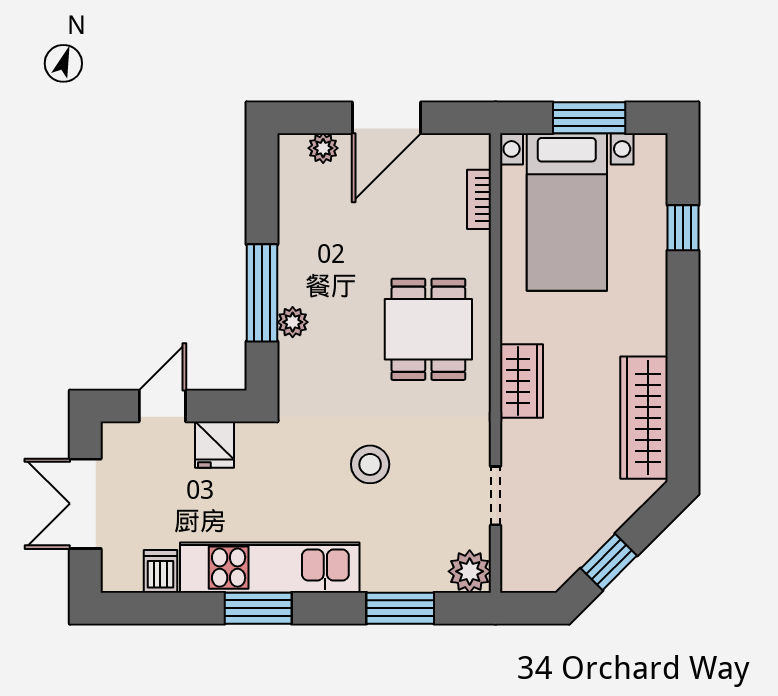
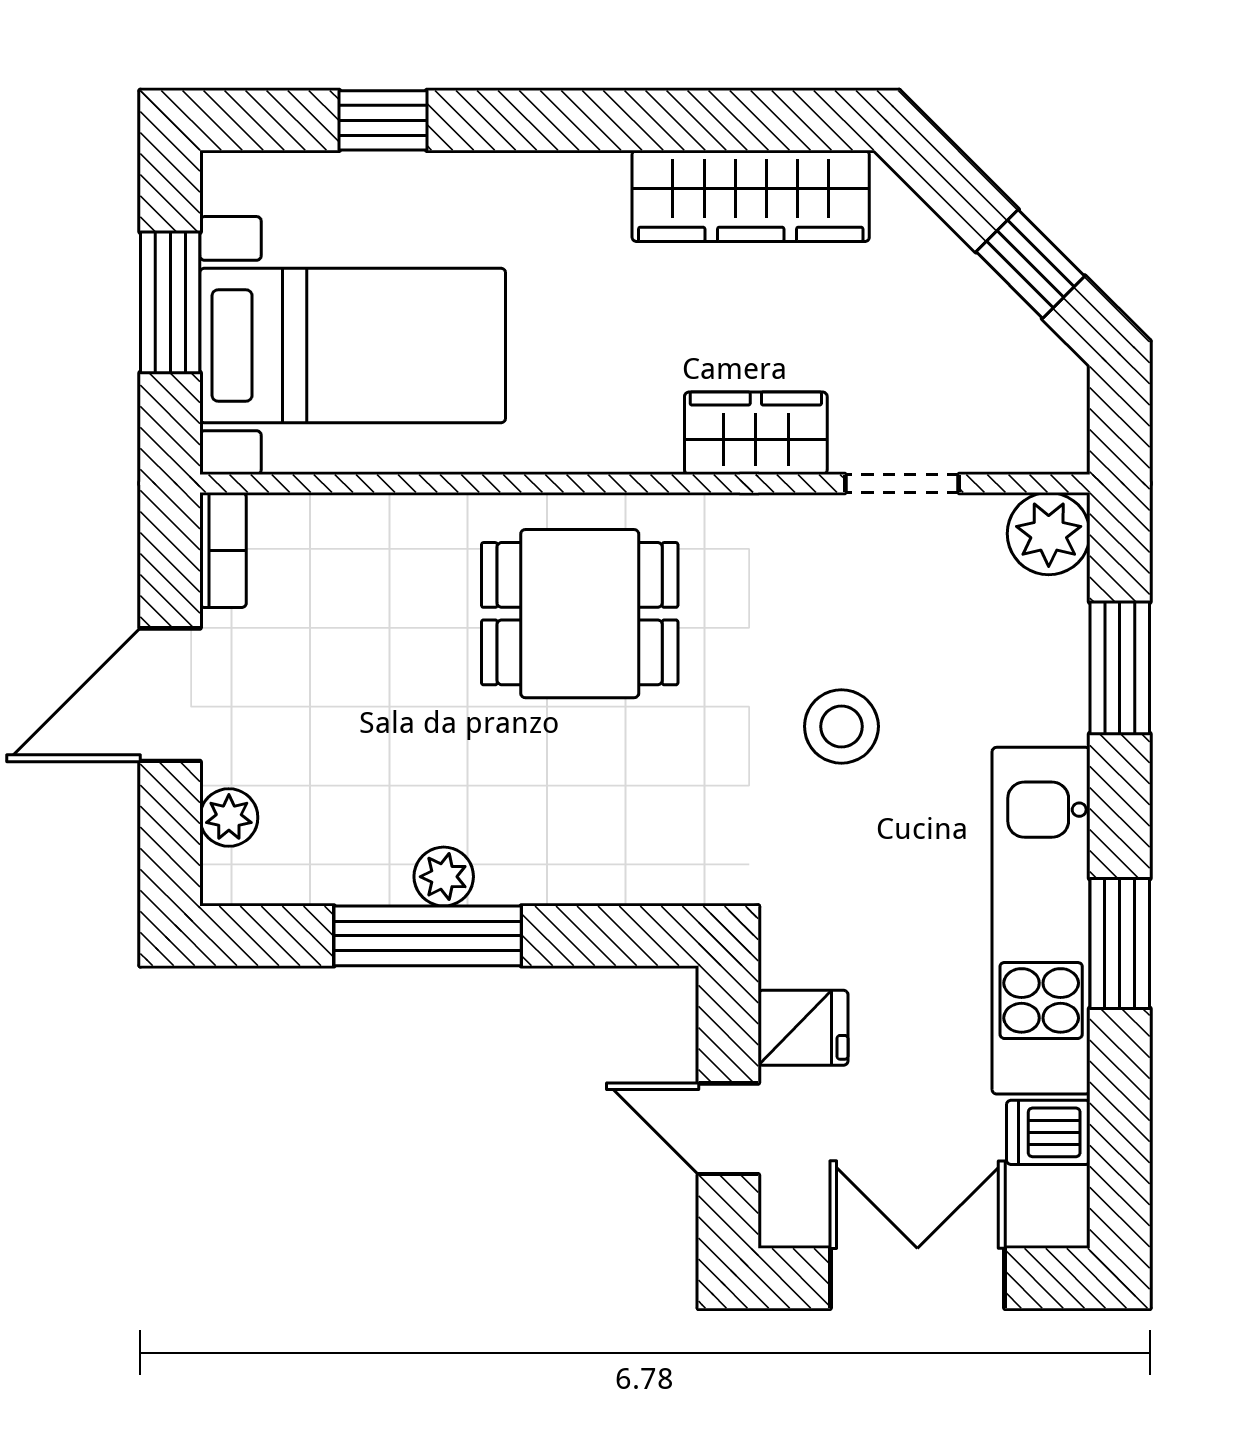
door: (386, 118) -> (170, 695), swing flipped
bookcase: (479, 199) -> (223, 550), moved, turned -90
window: (262, 293) -> (428, 936), moved
plant: (293, 322) -> (444, 877), moved
wardrobe: (522, 381) -> (756, 433), moved
double door: (85, 504) -> (917, 1278), swing flipped

